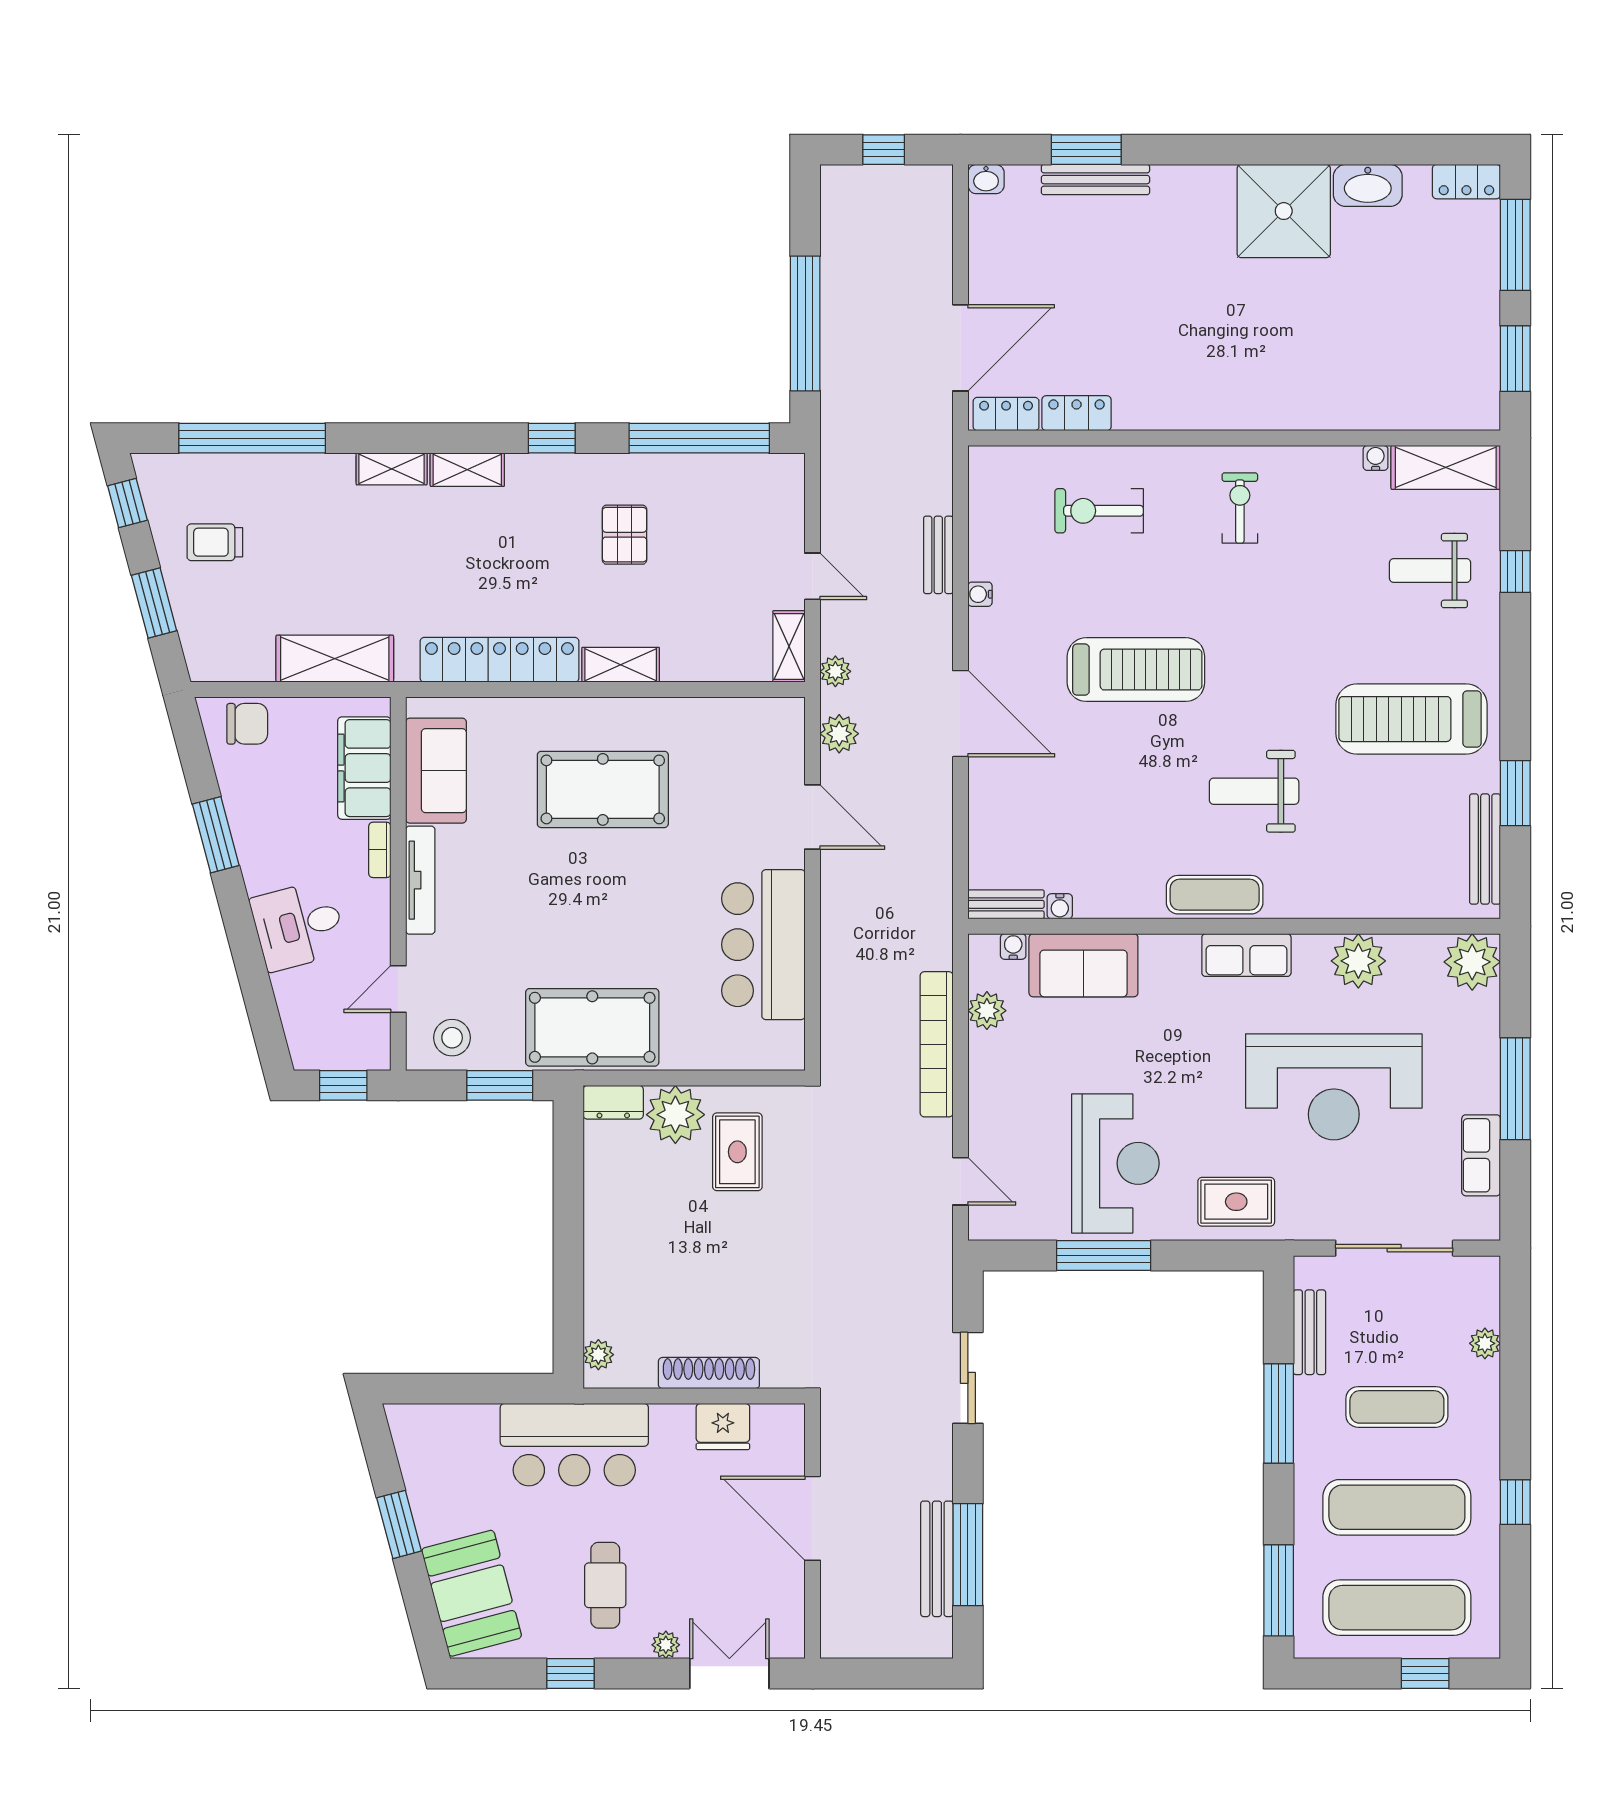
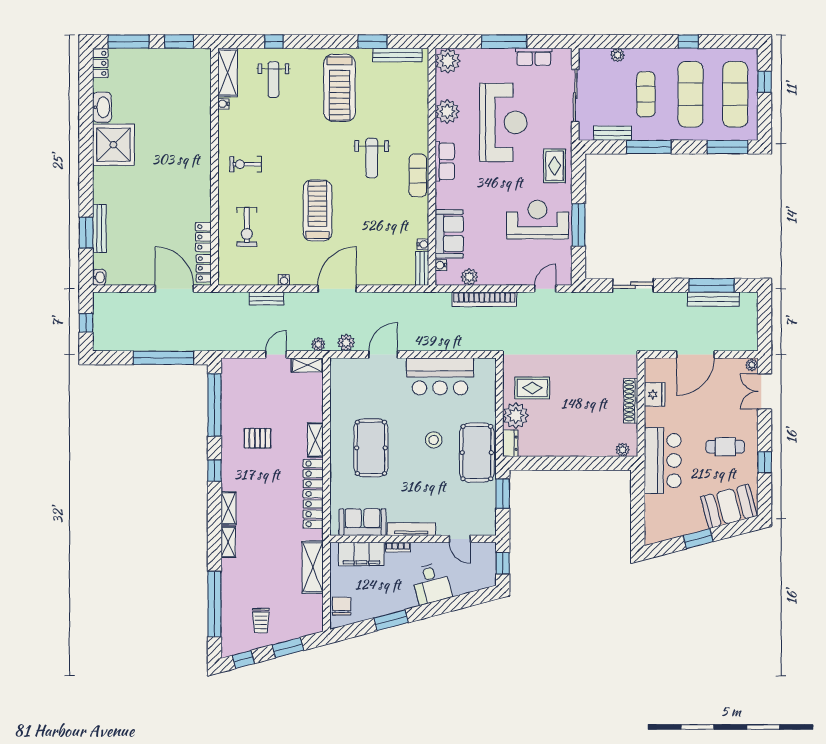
stool: (452, 1038) -> (434, 440), moved
plant: (666, 1645) -> (752, 365), moved

